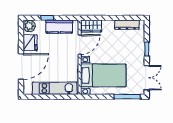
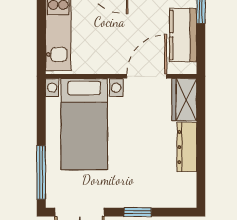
dresser: (127, 25) -> (187, 147), moved
door: (80, 45) -> (147, 76), swing flipped

